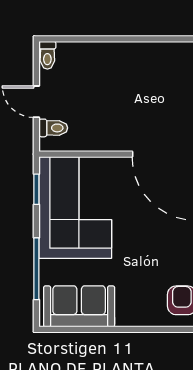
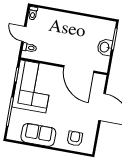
sofa: (79, 306) -> (38, 135), moved

